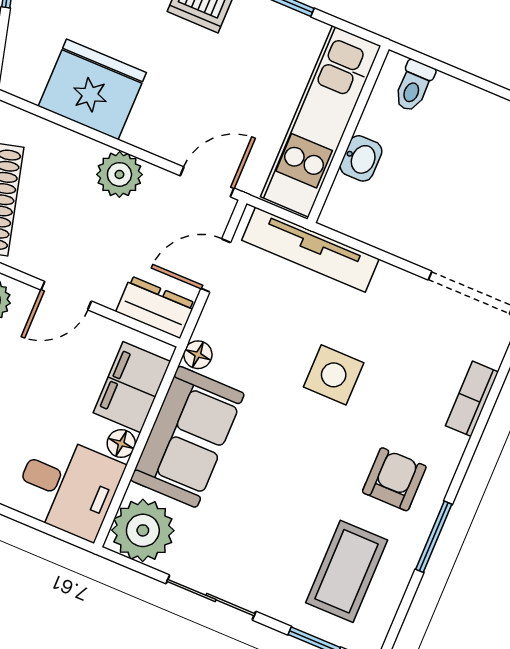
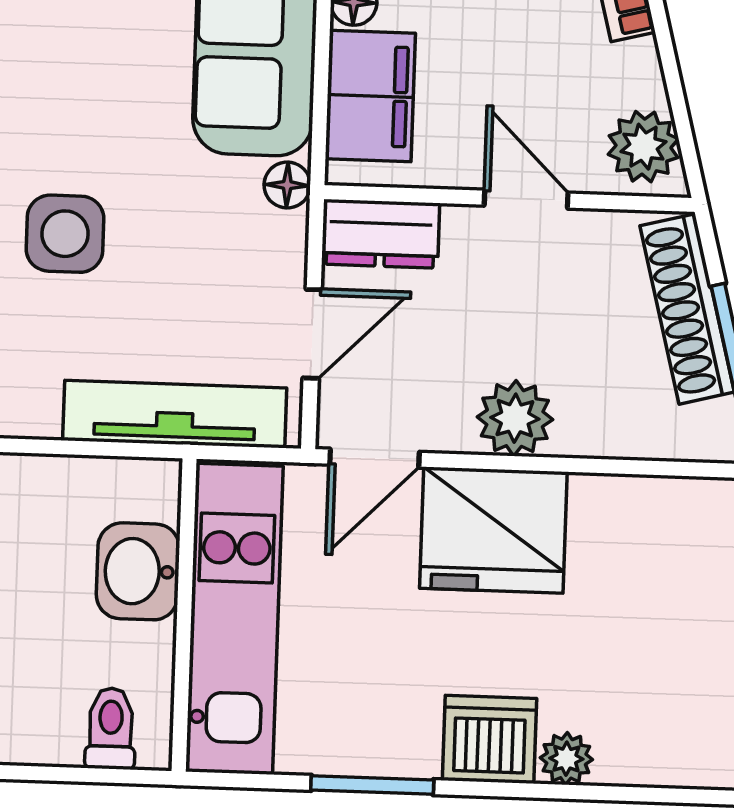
fridge: (92, 89) -> (493, 530), moved
washbasin: (361, 158) -> (138, 571), width x1.38, depth x1.45
door: (66, 296) -> (526, 199), hinge flipped

